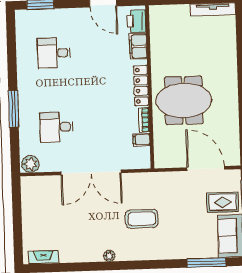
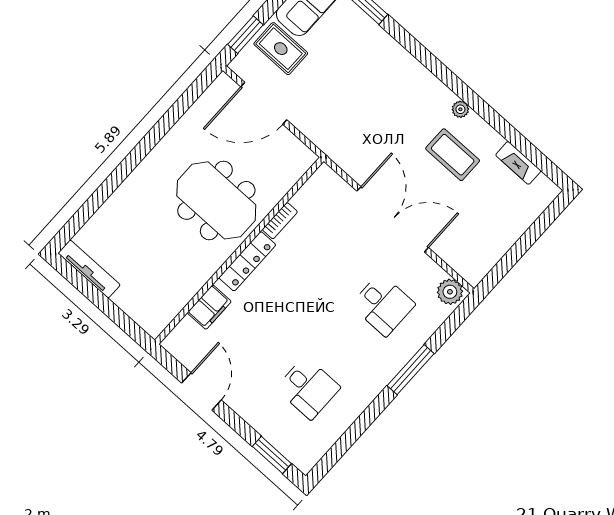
printer: (136, 21) -> (185, 336), removed
filing cabinet: (141, 140) -> (304, 202), removed
door: (206, 168) -> (264, 103), hinge flipped
coffee table: (142, 219) -> (453, 155), moved
fireplace: (43, 257) -> (518, 163), moved

